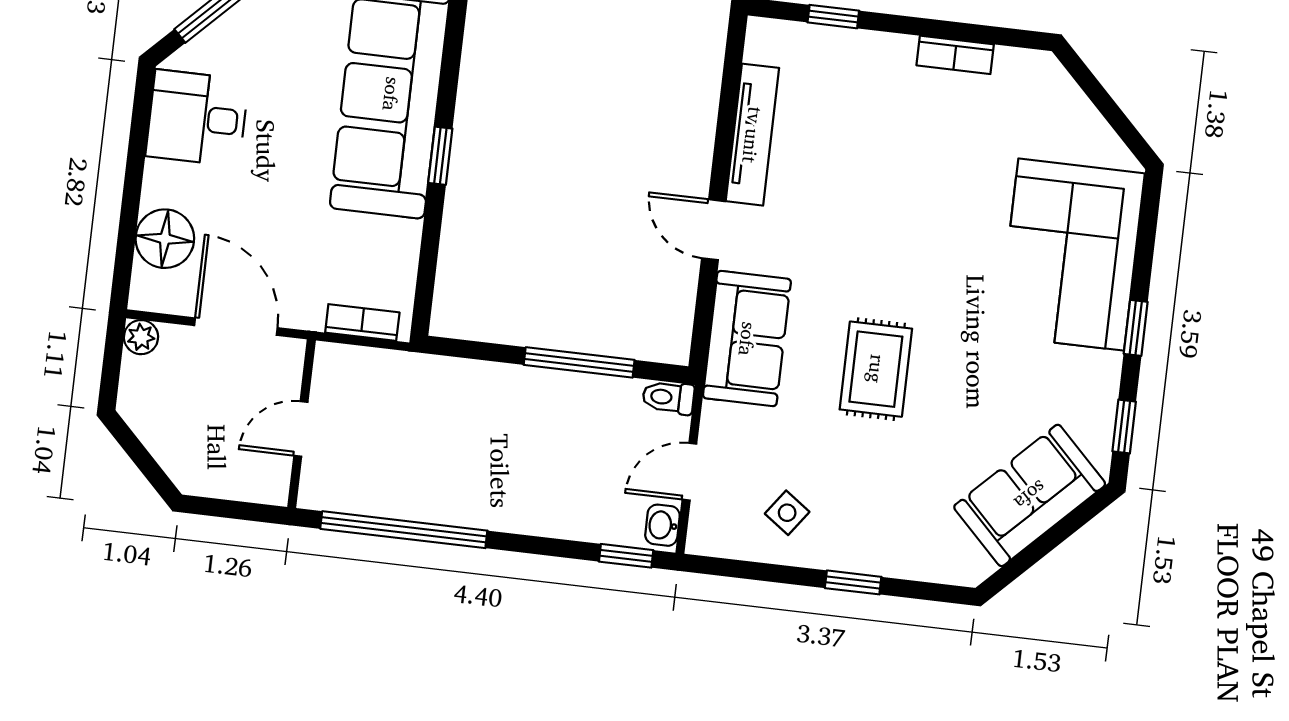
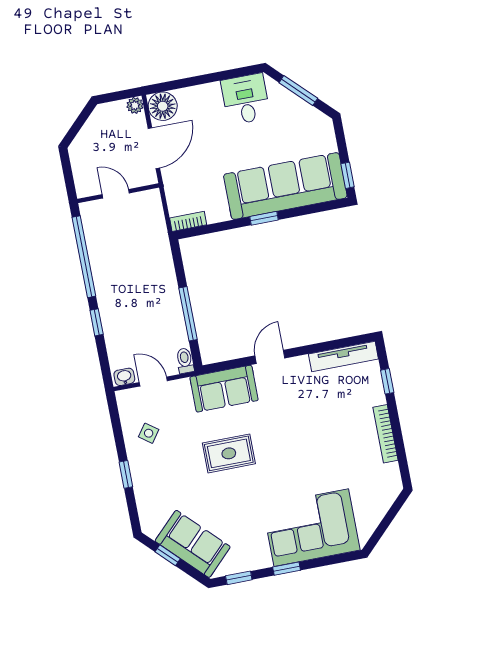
bookcase: (955, 55) -> (385, 434), width x1.56
tv unit: (752, 135) -> (343, 356), moved
floor lamp: (165, 239) -> (163, 106), moved
bookcase: (362, 323) -> (188, 221), moved, turned -90
window: (1036, 551) -> (168, 555), added
window: (626, 556) -> (97, 322), moved

